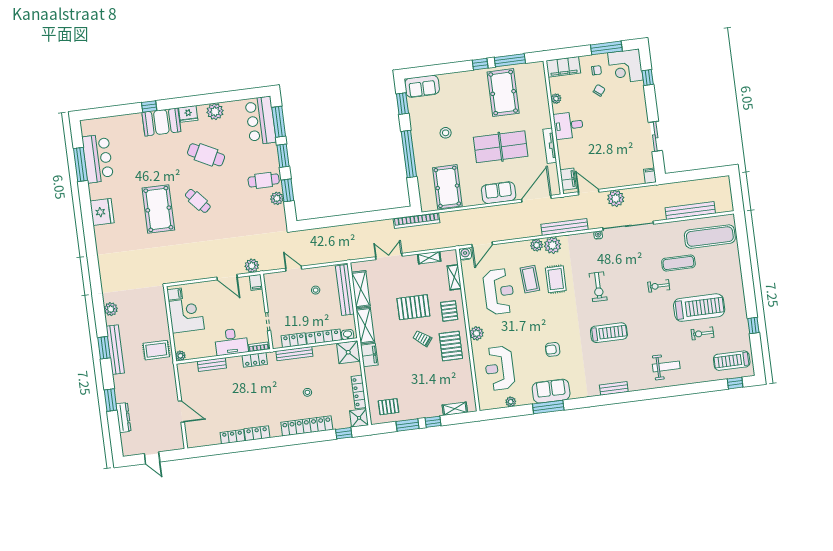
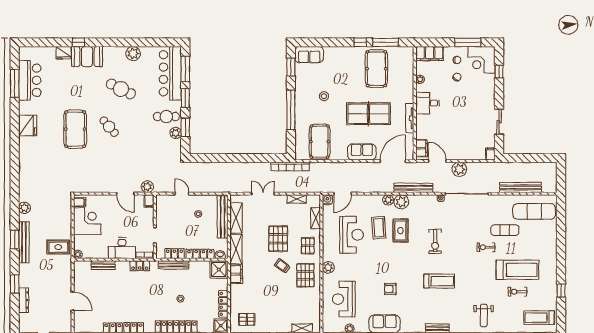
fridge: (188, 114) -> (64, 53), moved
bar counter: (261, 121) -> (170, 73), width x1.36
pallet: (413, 307) -> (278, 239), turned 90
weight bench: (666, 366) -> (484, 315), turned 90

